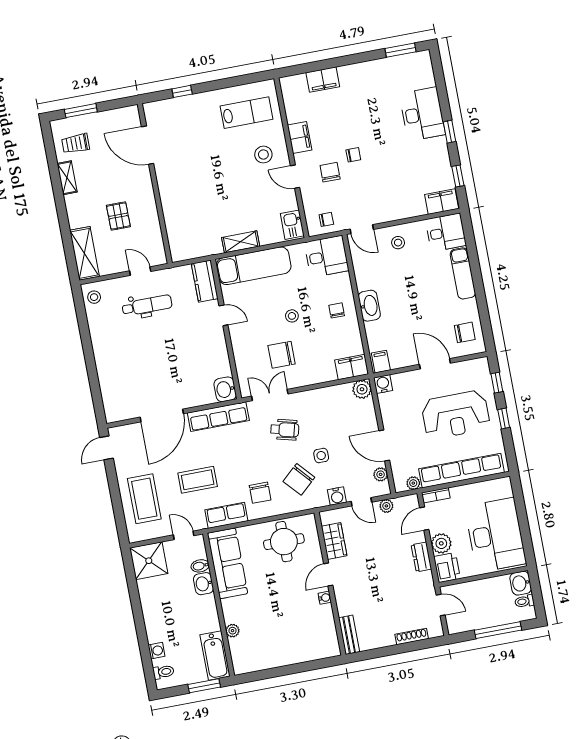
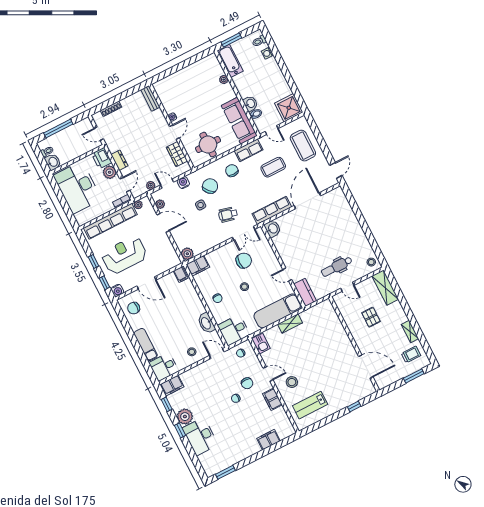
plant: (436, 150) -> (185, 417), added
washbasin: (369, 306) -> (206, 323), moved
water cooler: (383, 384) -> (117, 290), moved

